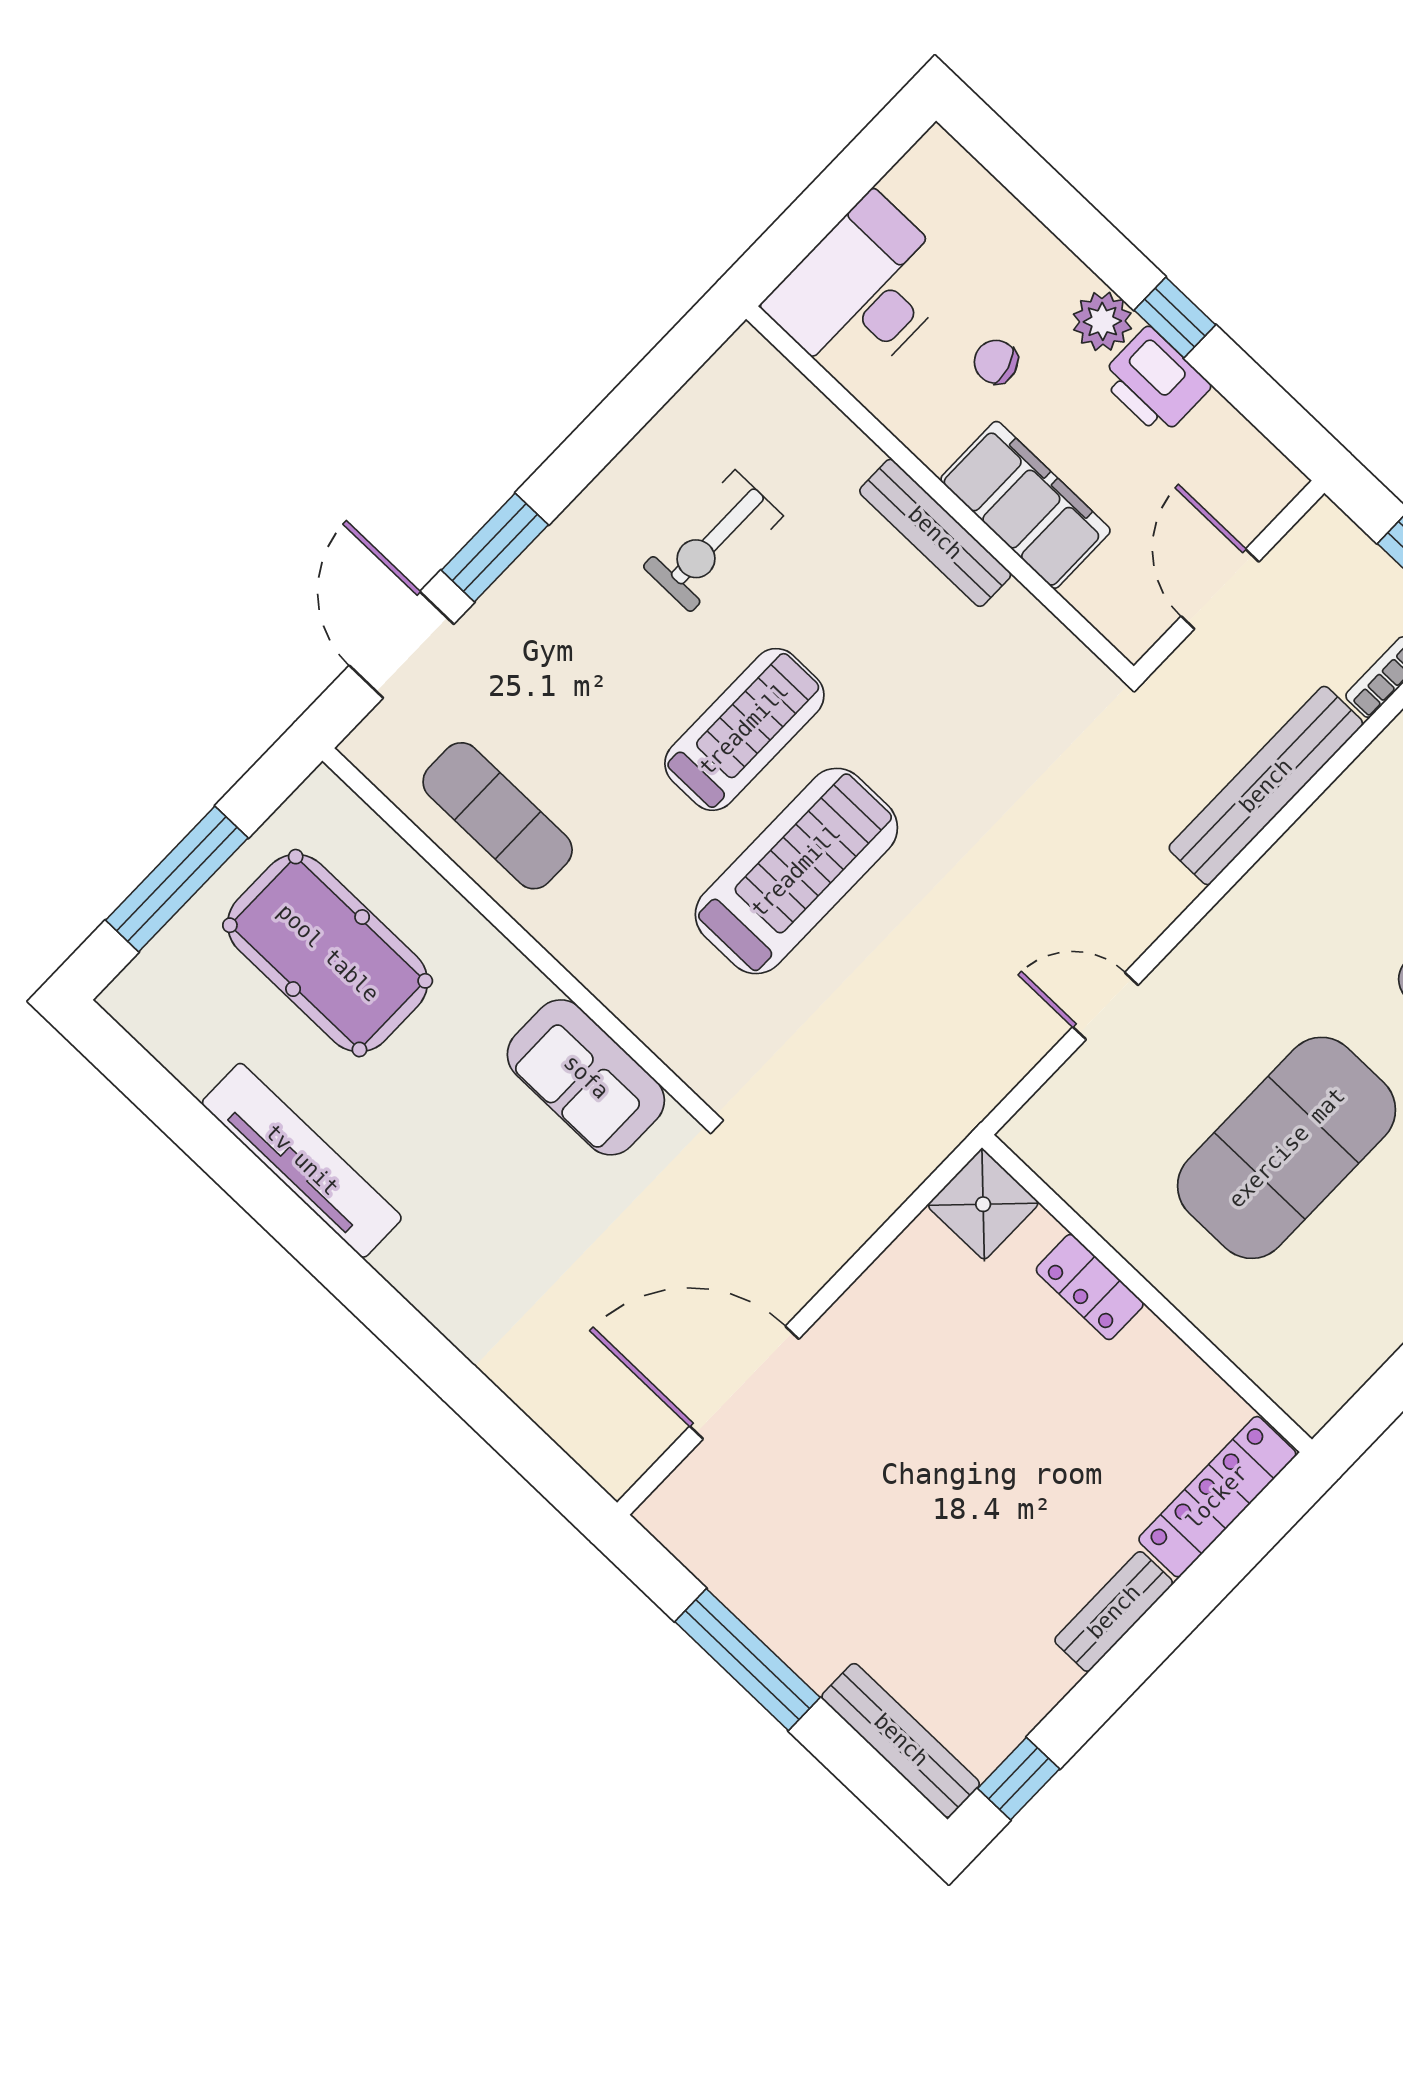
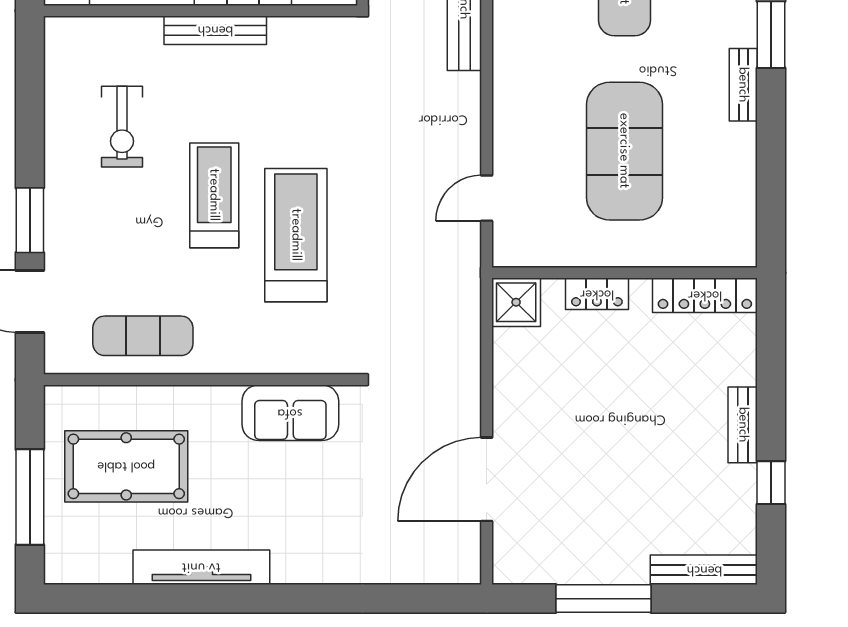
door: (1105, 1006) -> (487, 198), moved
locker: (1217, 1497) -> (705, 295), moved, turned -90
window: (1019, 1779) -> (771, 483), moved

